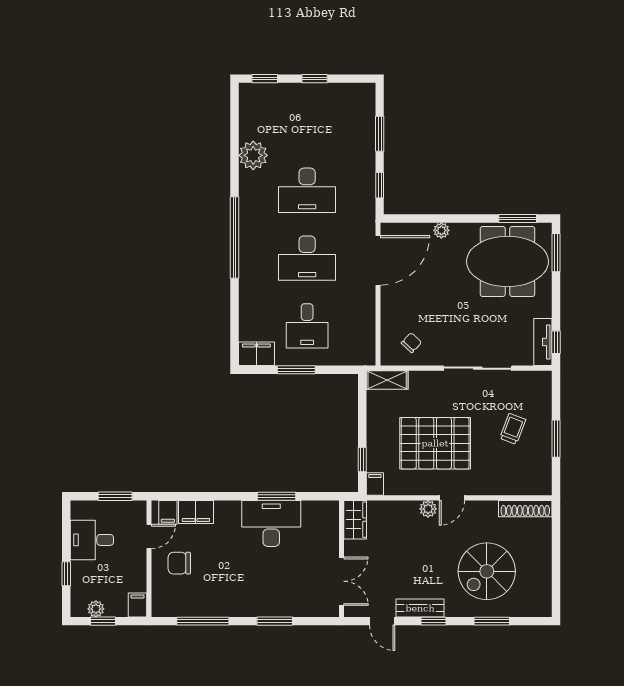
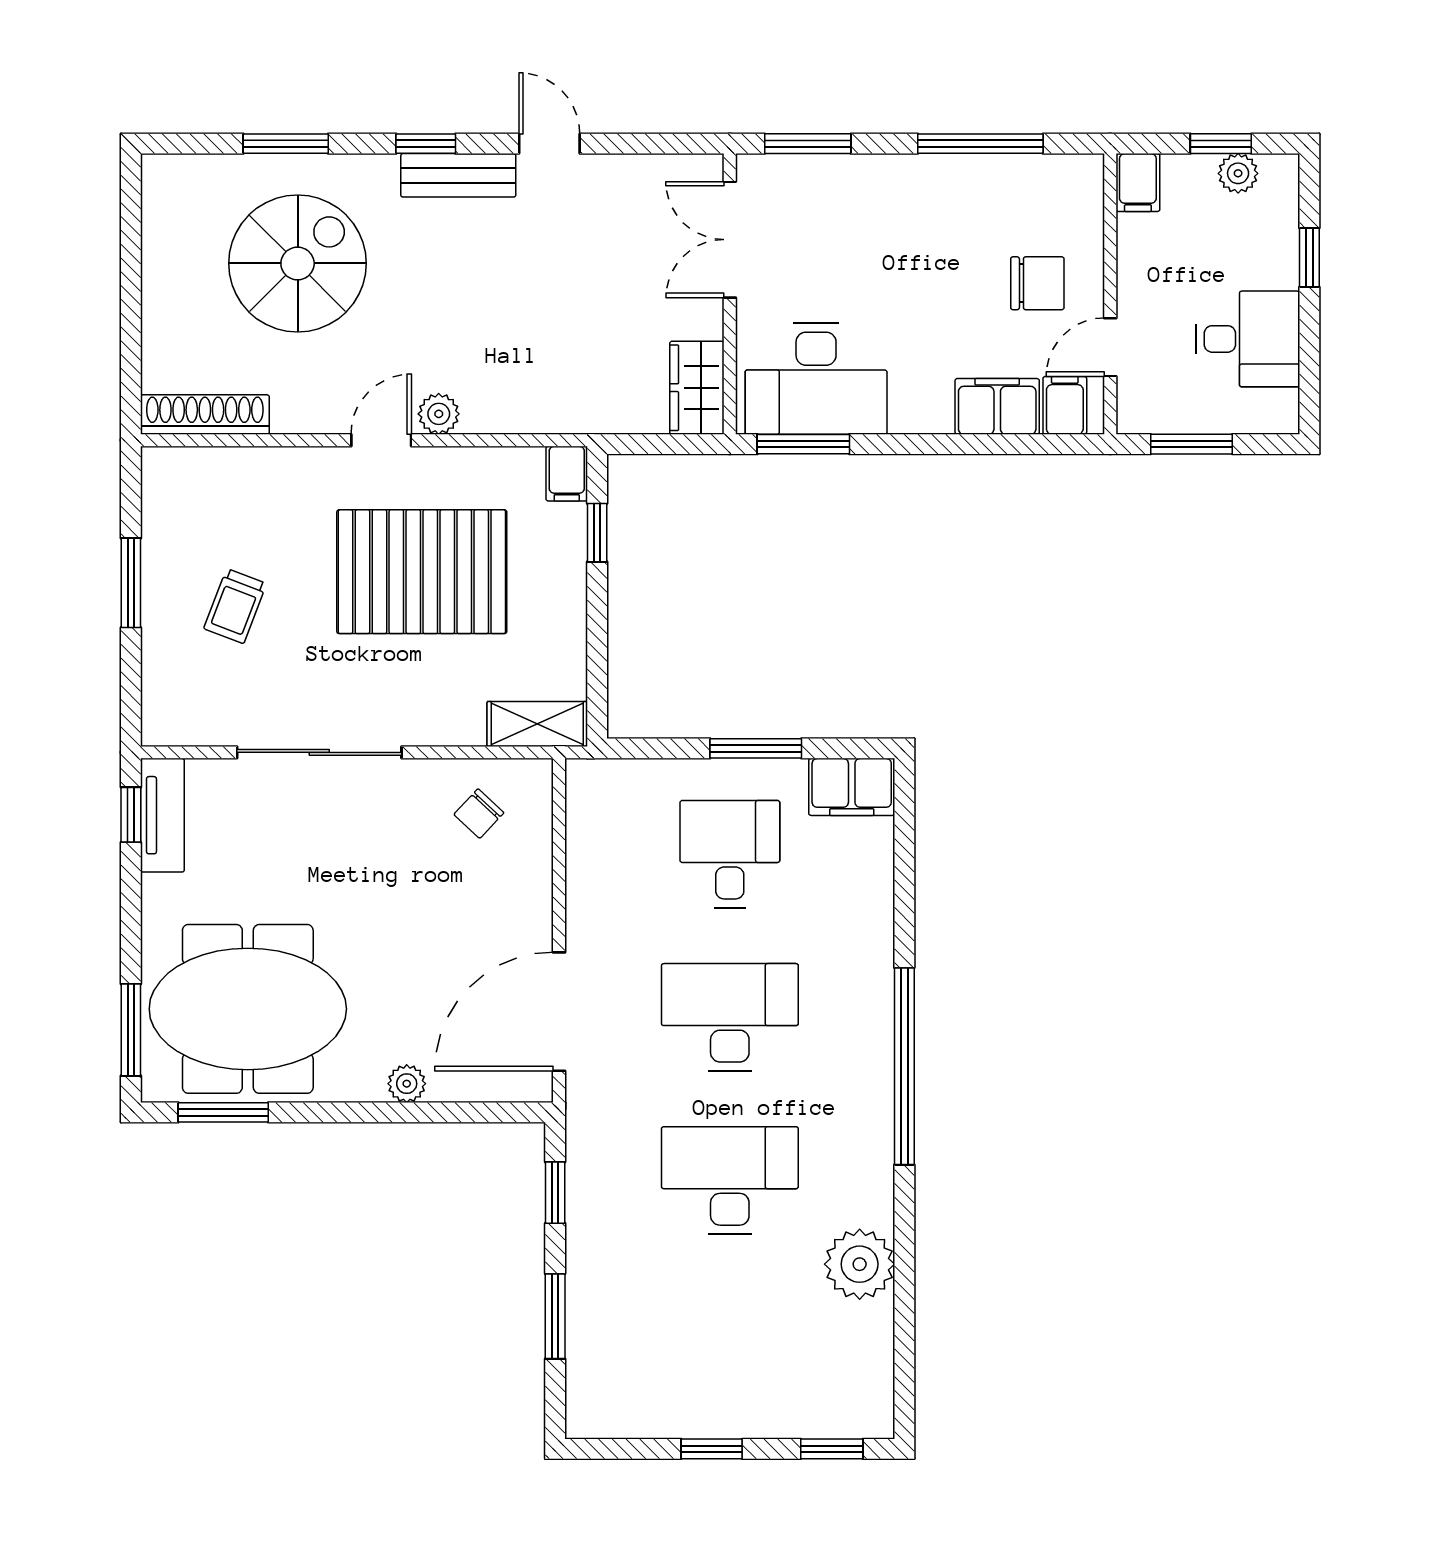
wardrobe: (355, 520) -> (697, 388), moved
wall: (342, 559) -> (730, 294), moved
double door: (342, 581) -> (730, 240), moved

